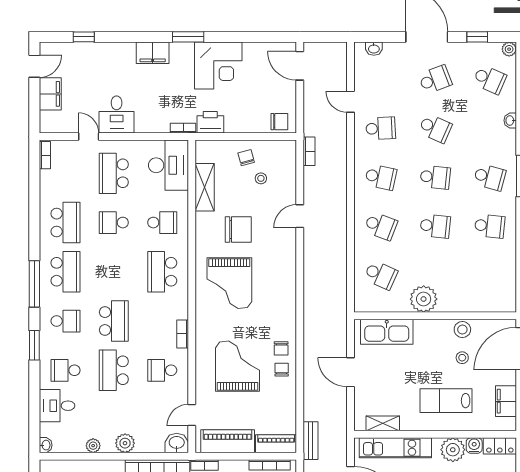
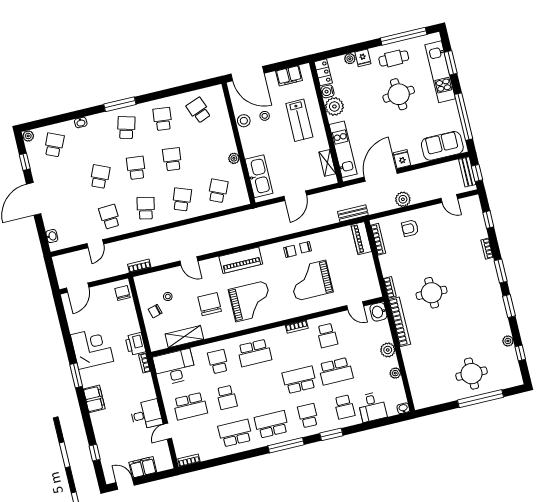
school desk: (435, 79) -> (199, 110), moved
plant: (424, 299) -> (234, 158), width x0.53, depth x0.53
piano: (228, 441) -> (241, 260), moved, turned -90

